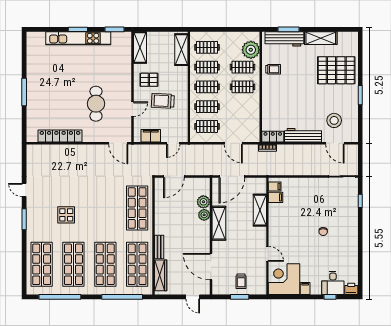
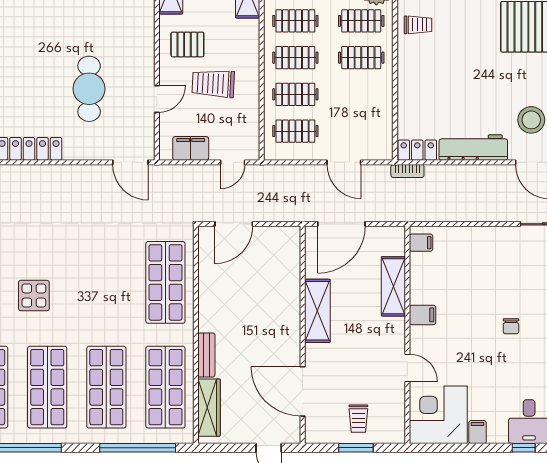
filing cabinet: (276, 197) -> (423, 315), moved
plant: (203, 202) -> (289, 271), removed
plant: (204, 215) -> (290, 295), removed

